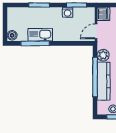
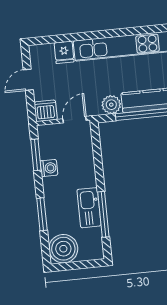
door: (96, 31) -> (75, 120), swing flipped
boiler: (12, 35) -> (63, 249), moved, width x1.86, depth x1.86

